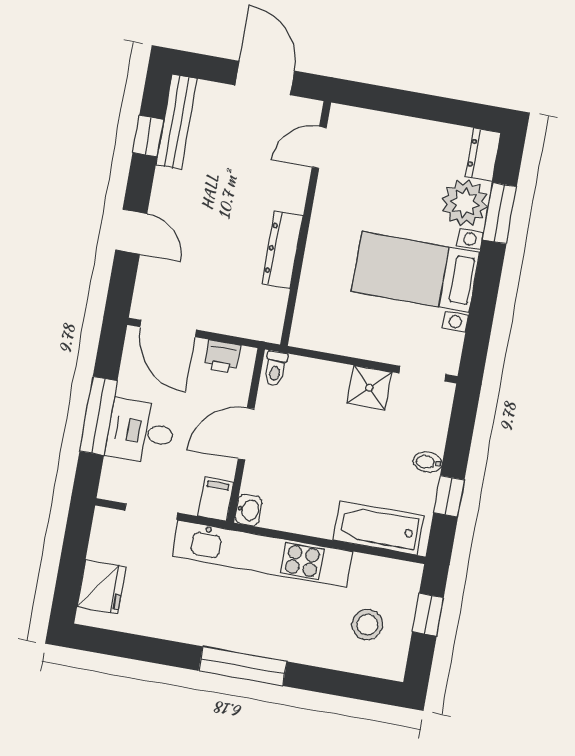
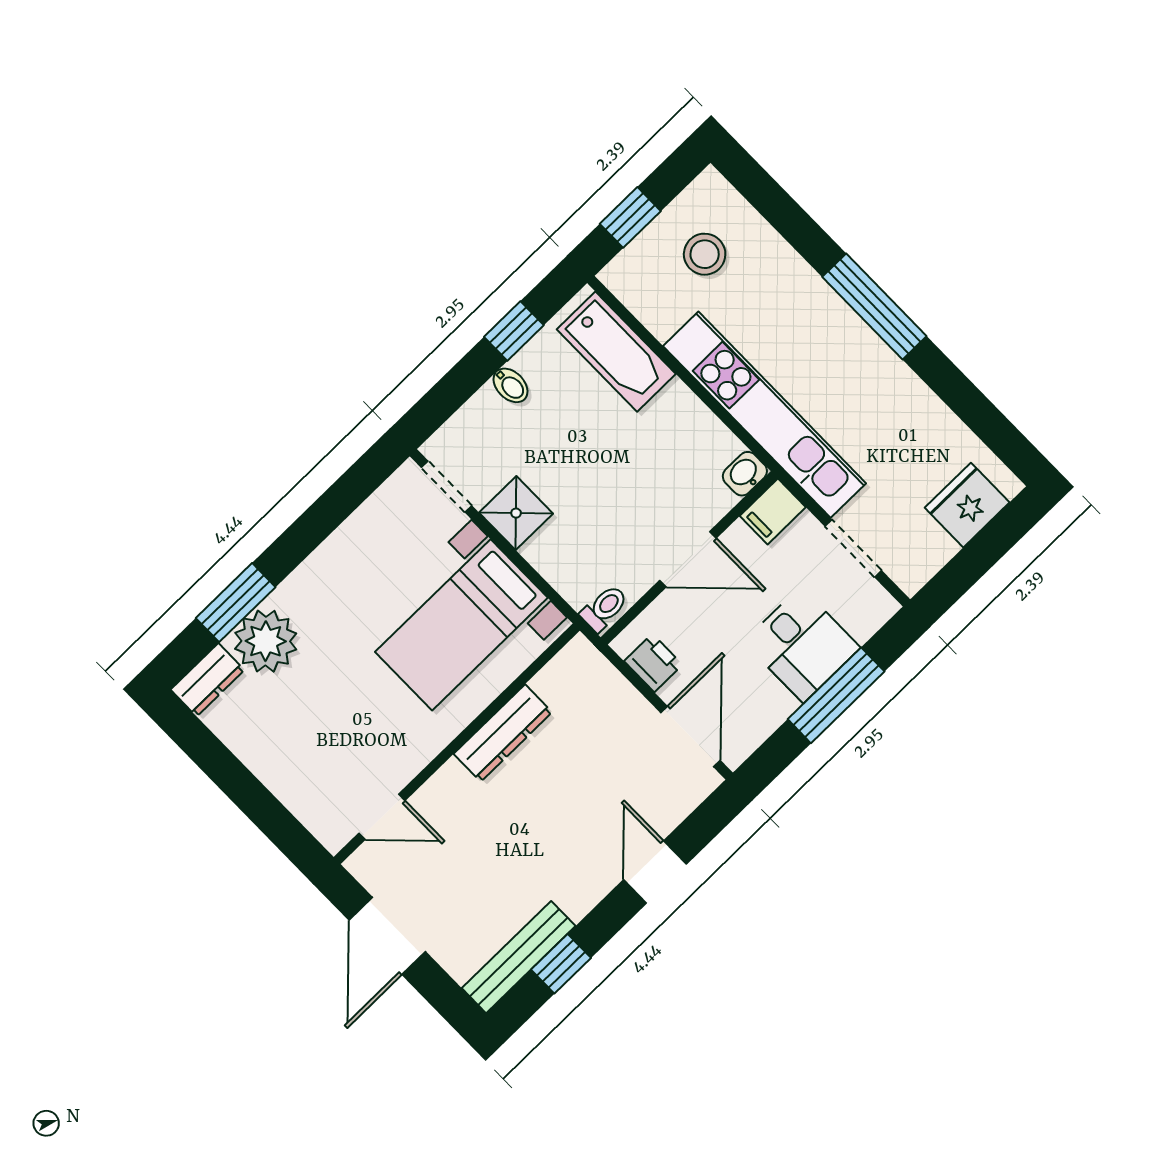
bed with nightstands: (416, 272) -> (461, 625), moved, turned 90

